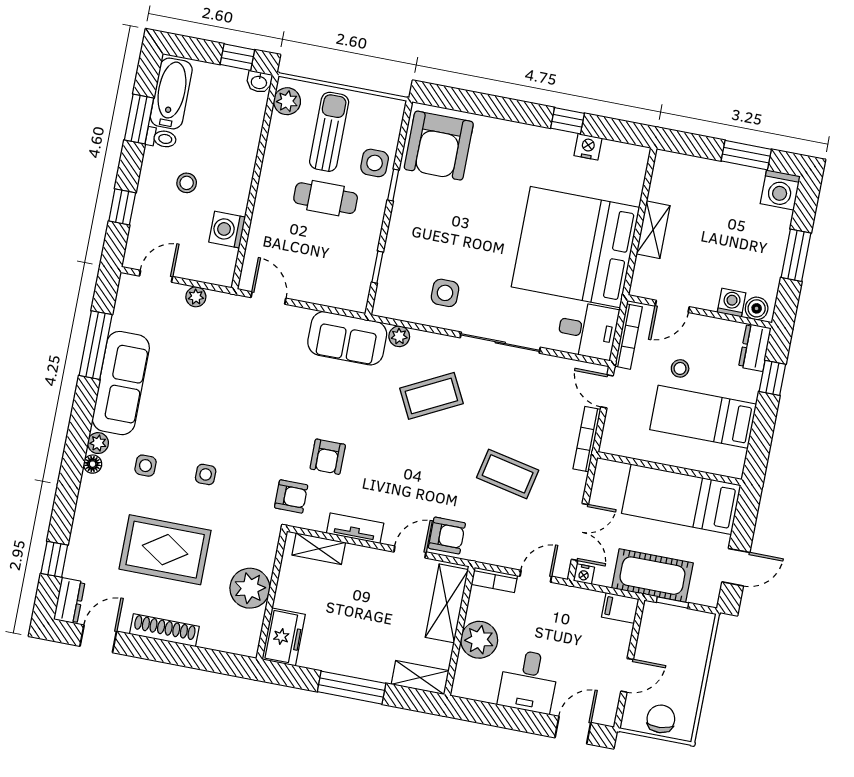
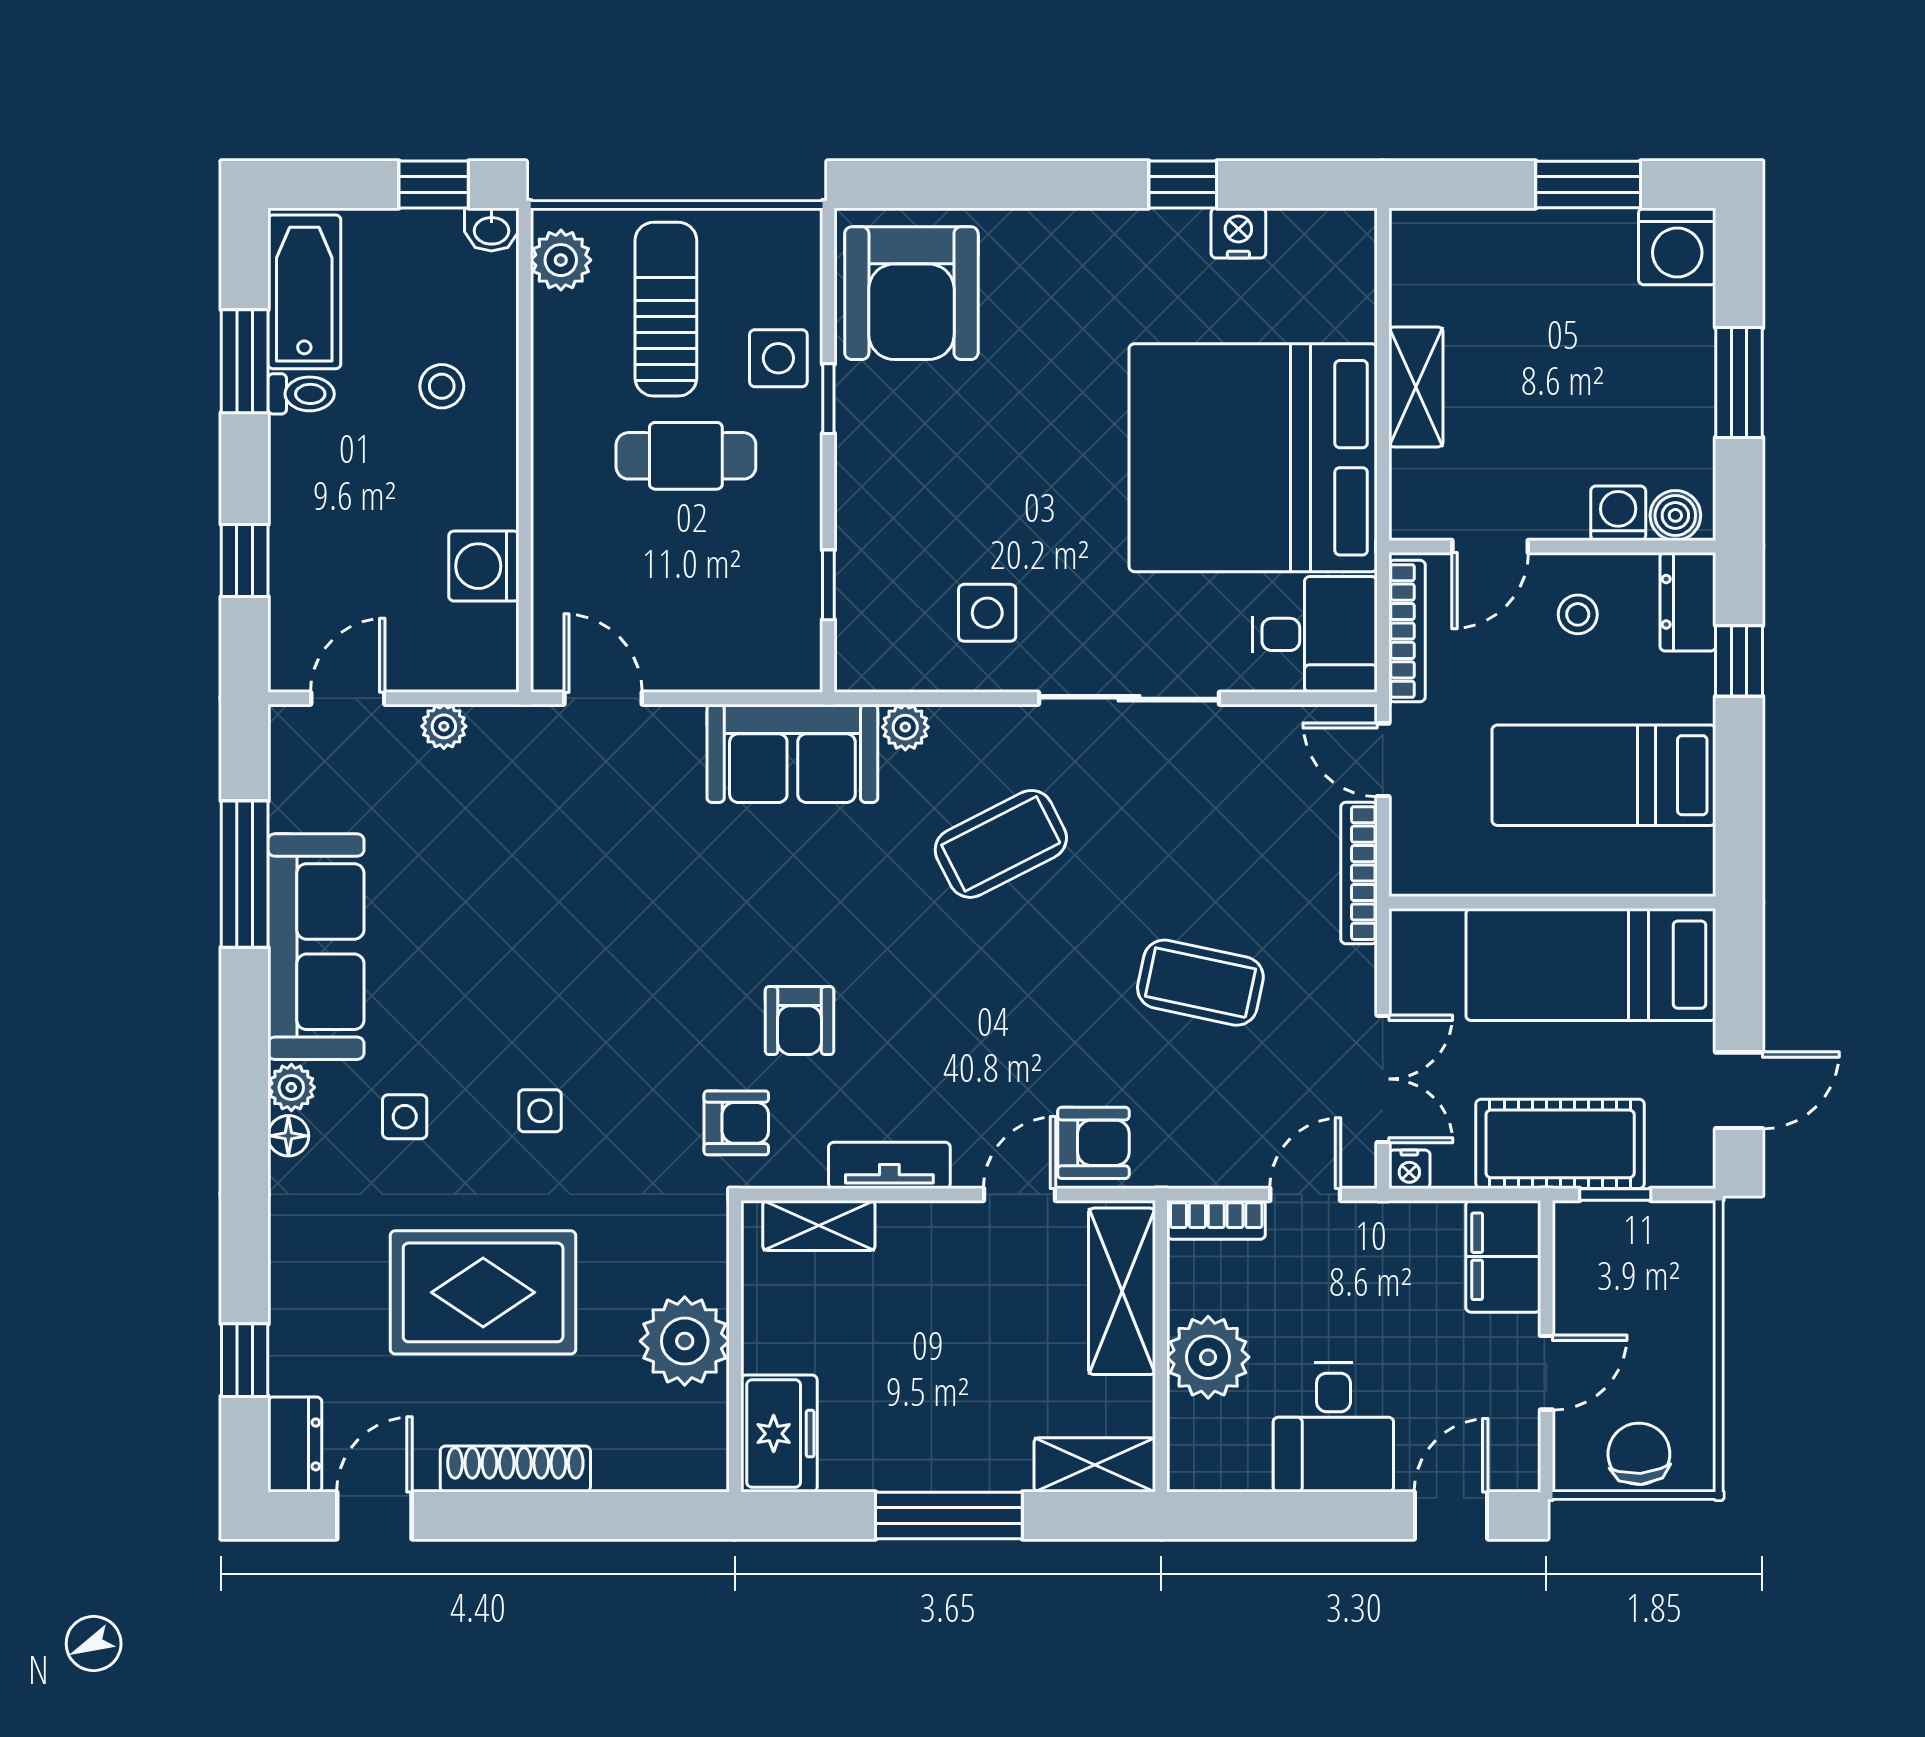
stool: (187, 183) -> (442, 386), moved
stool: (680, 368) -> (1578, 614), moved
filing cabinet: (620, 608) -> (1503, 1256), width x2.00

